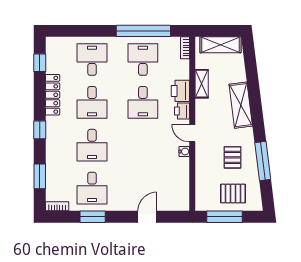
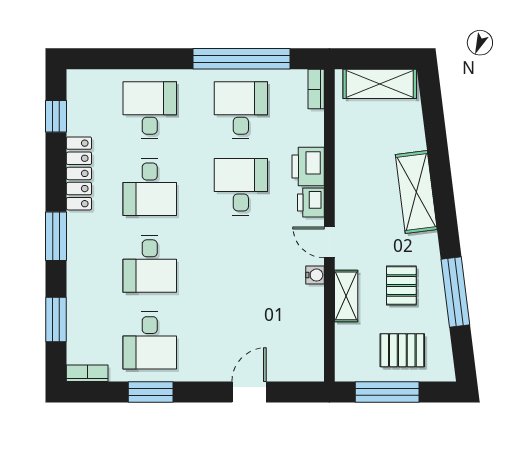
shelving: (202, 84) -> (346, 296), moved
desk: (143, 102) -> (241, 187), turned 180
window: (40, 130) -> (56, 236), width x1.50

